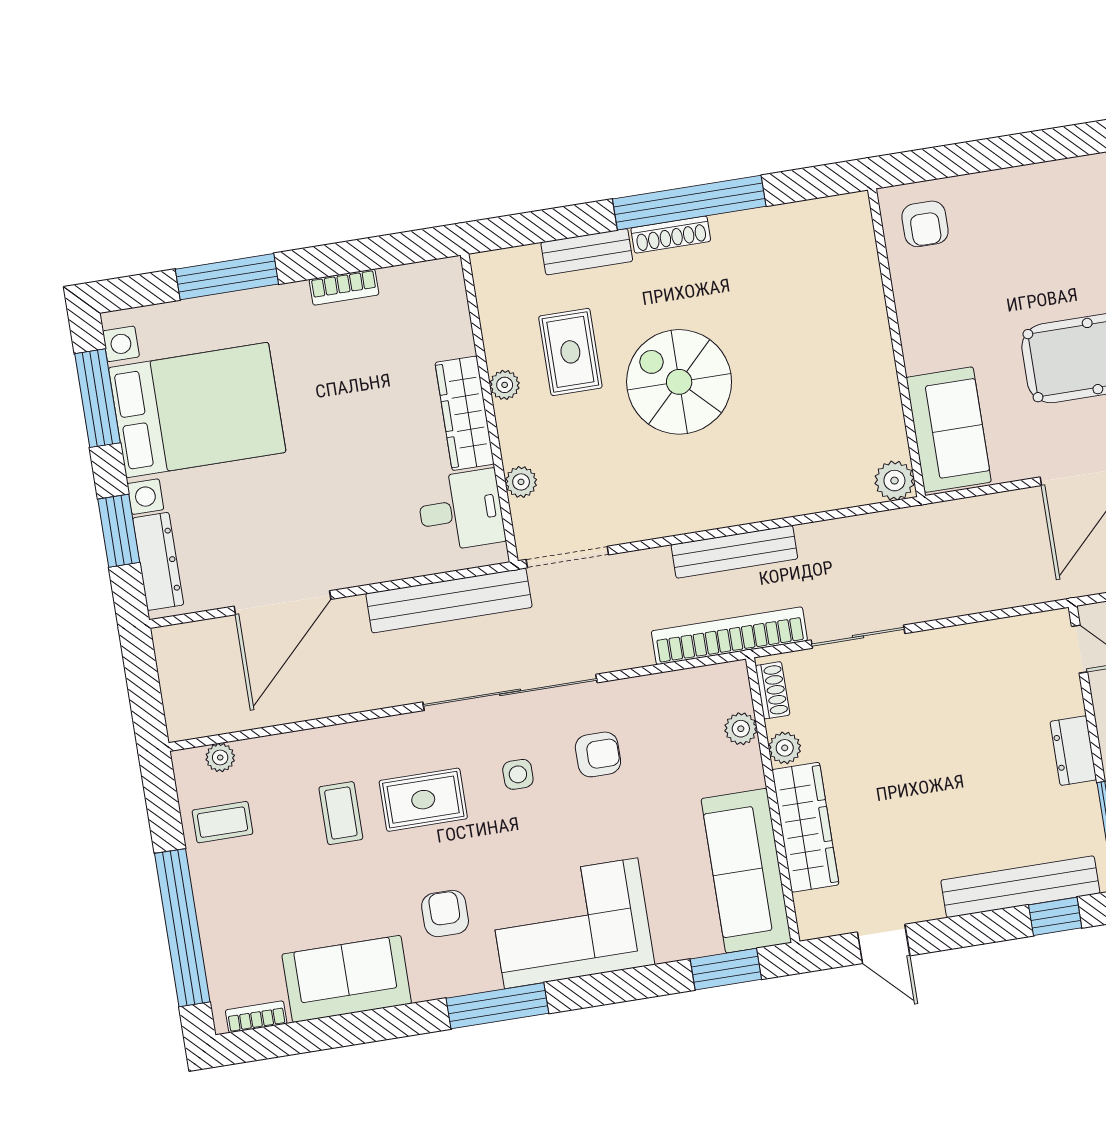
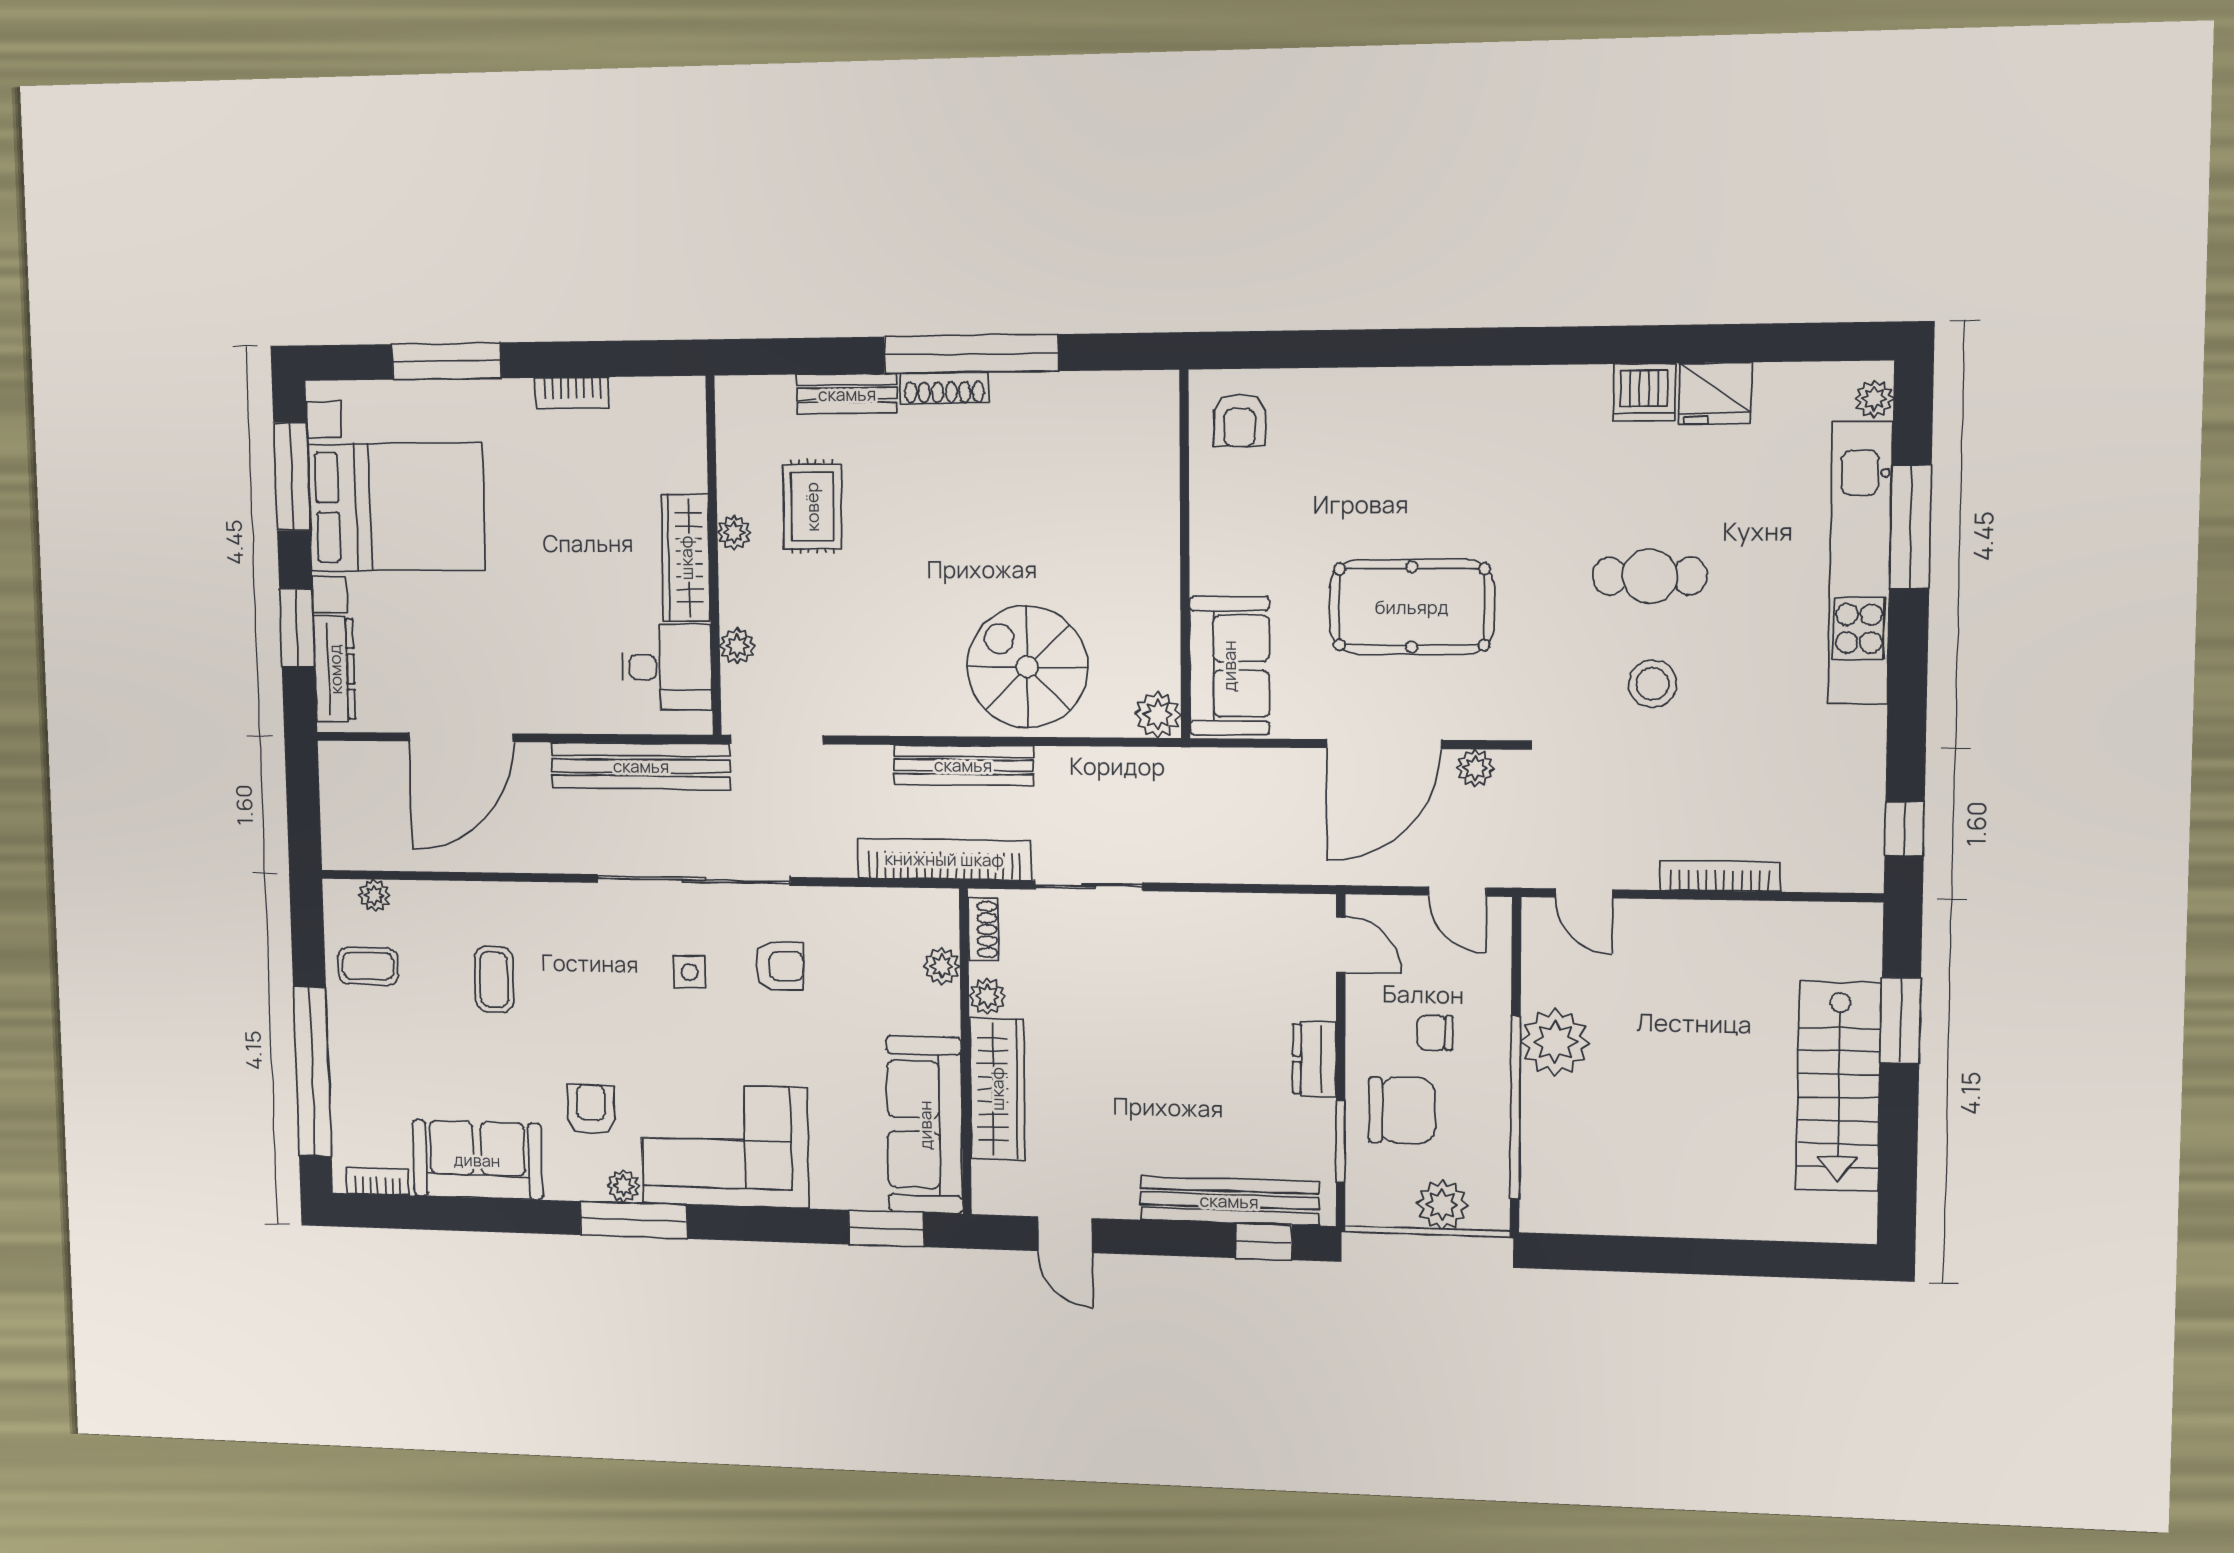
spiral stairs: (679, 382) -> (1027, 667), moved
rug: (423, 800) -> (584, 981), removed
plant: (484, 977) -> (623, 1186), added

